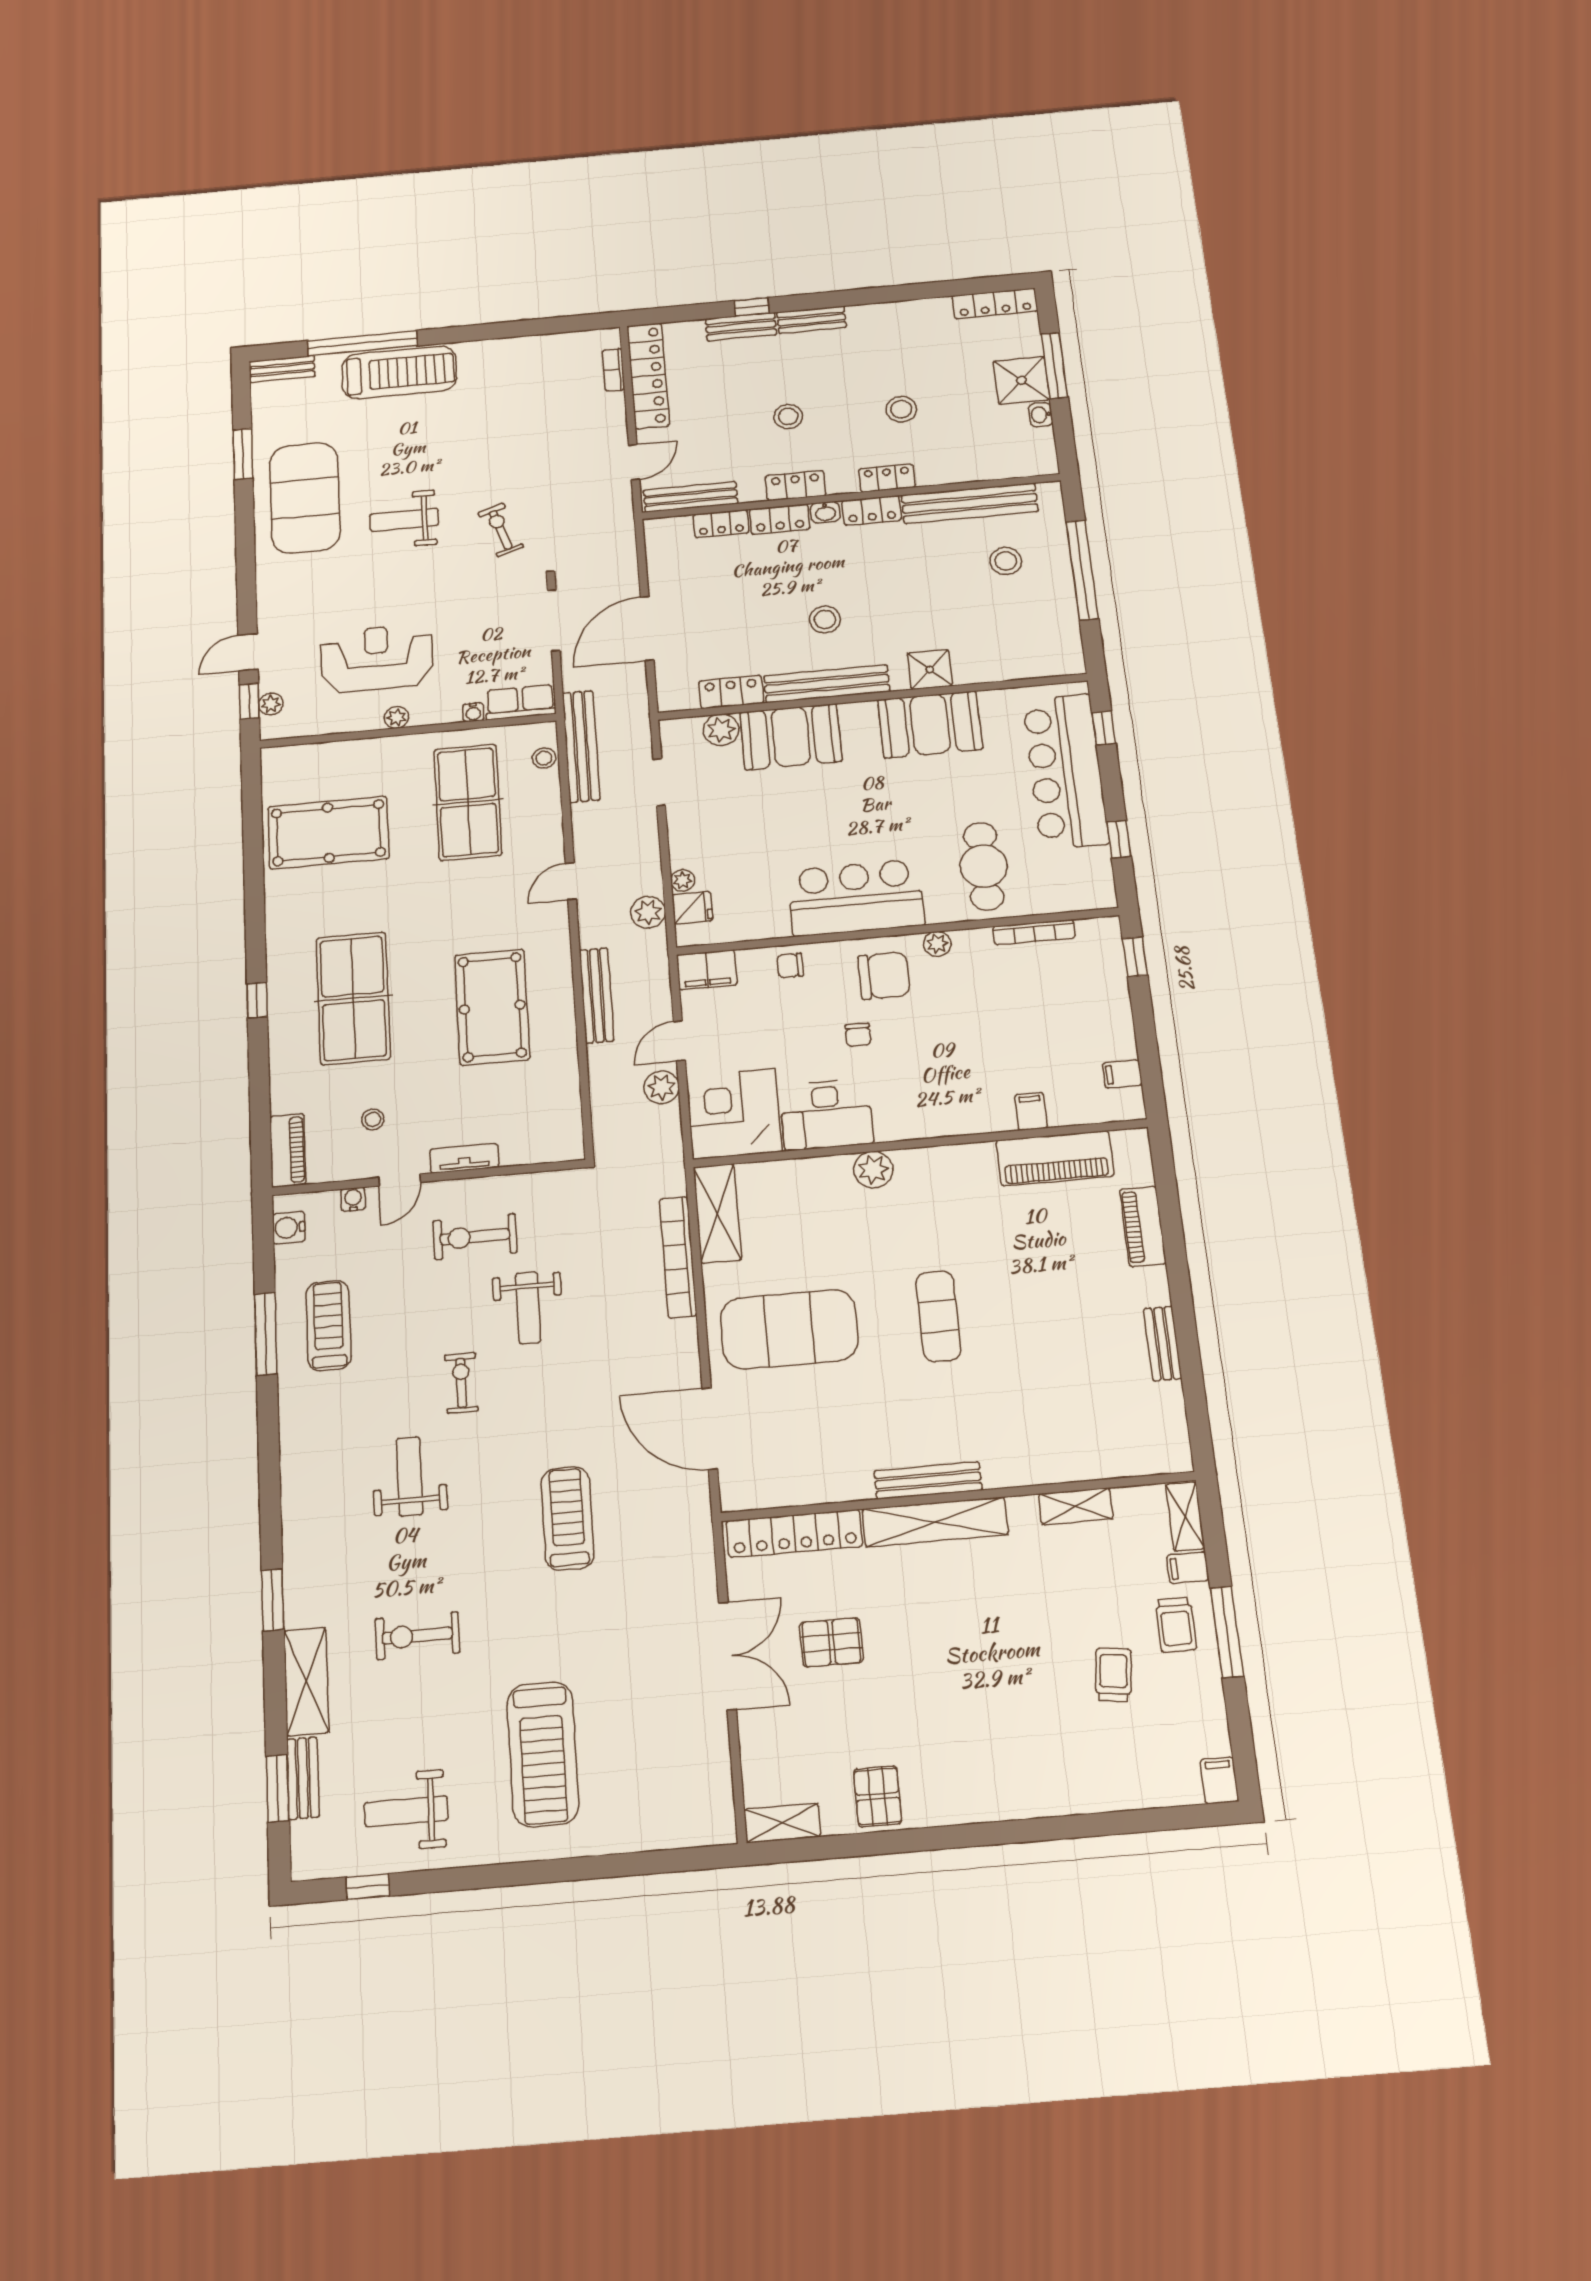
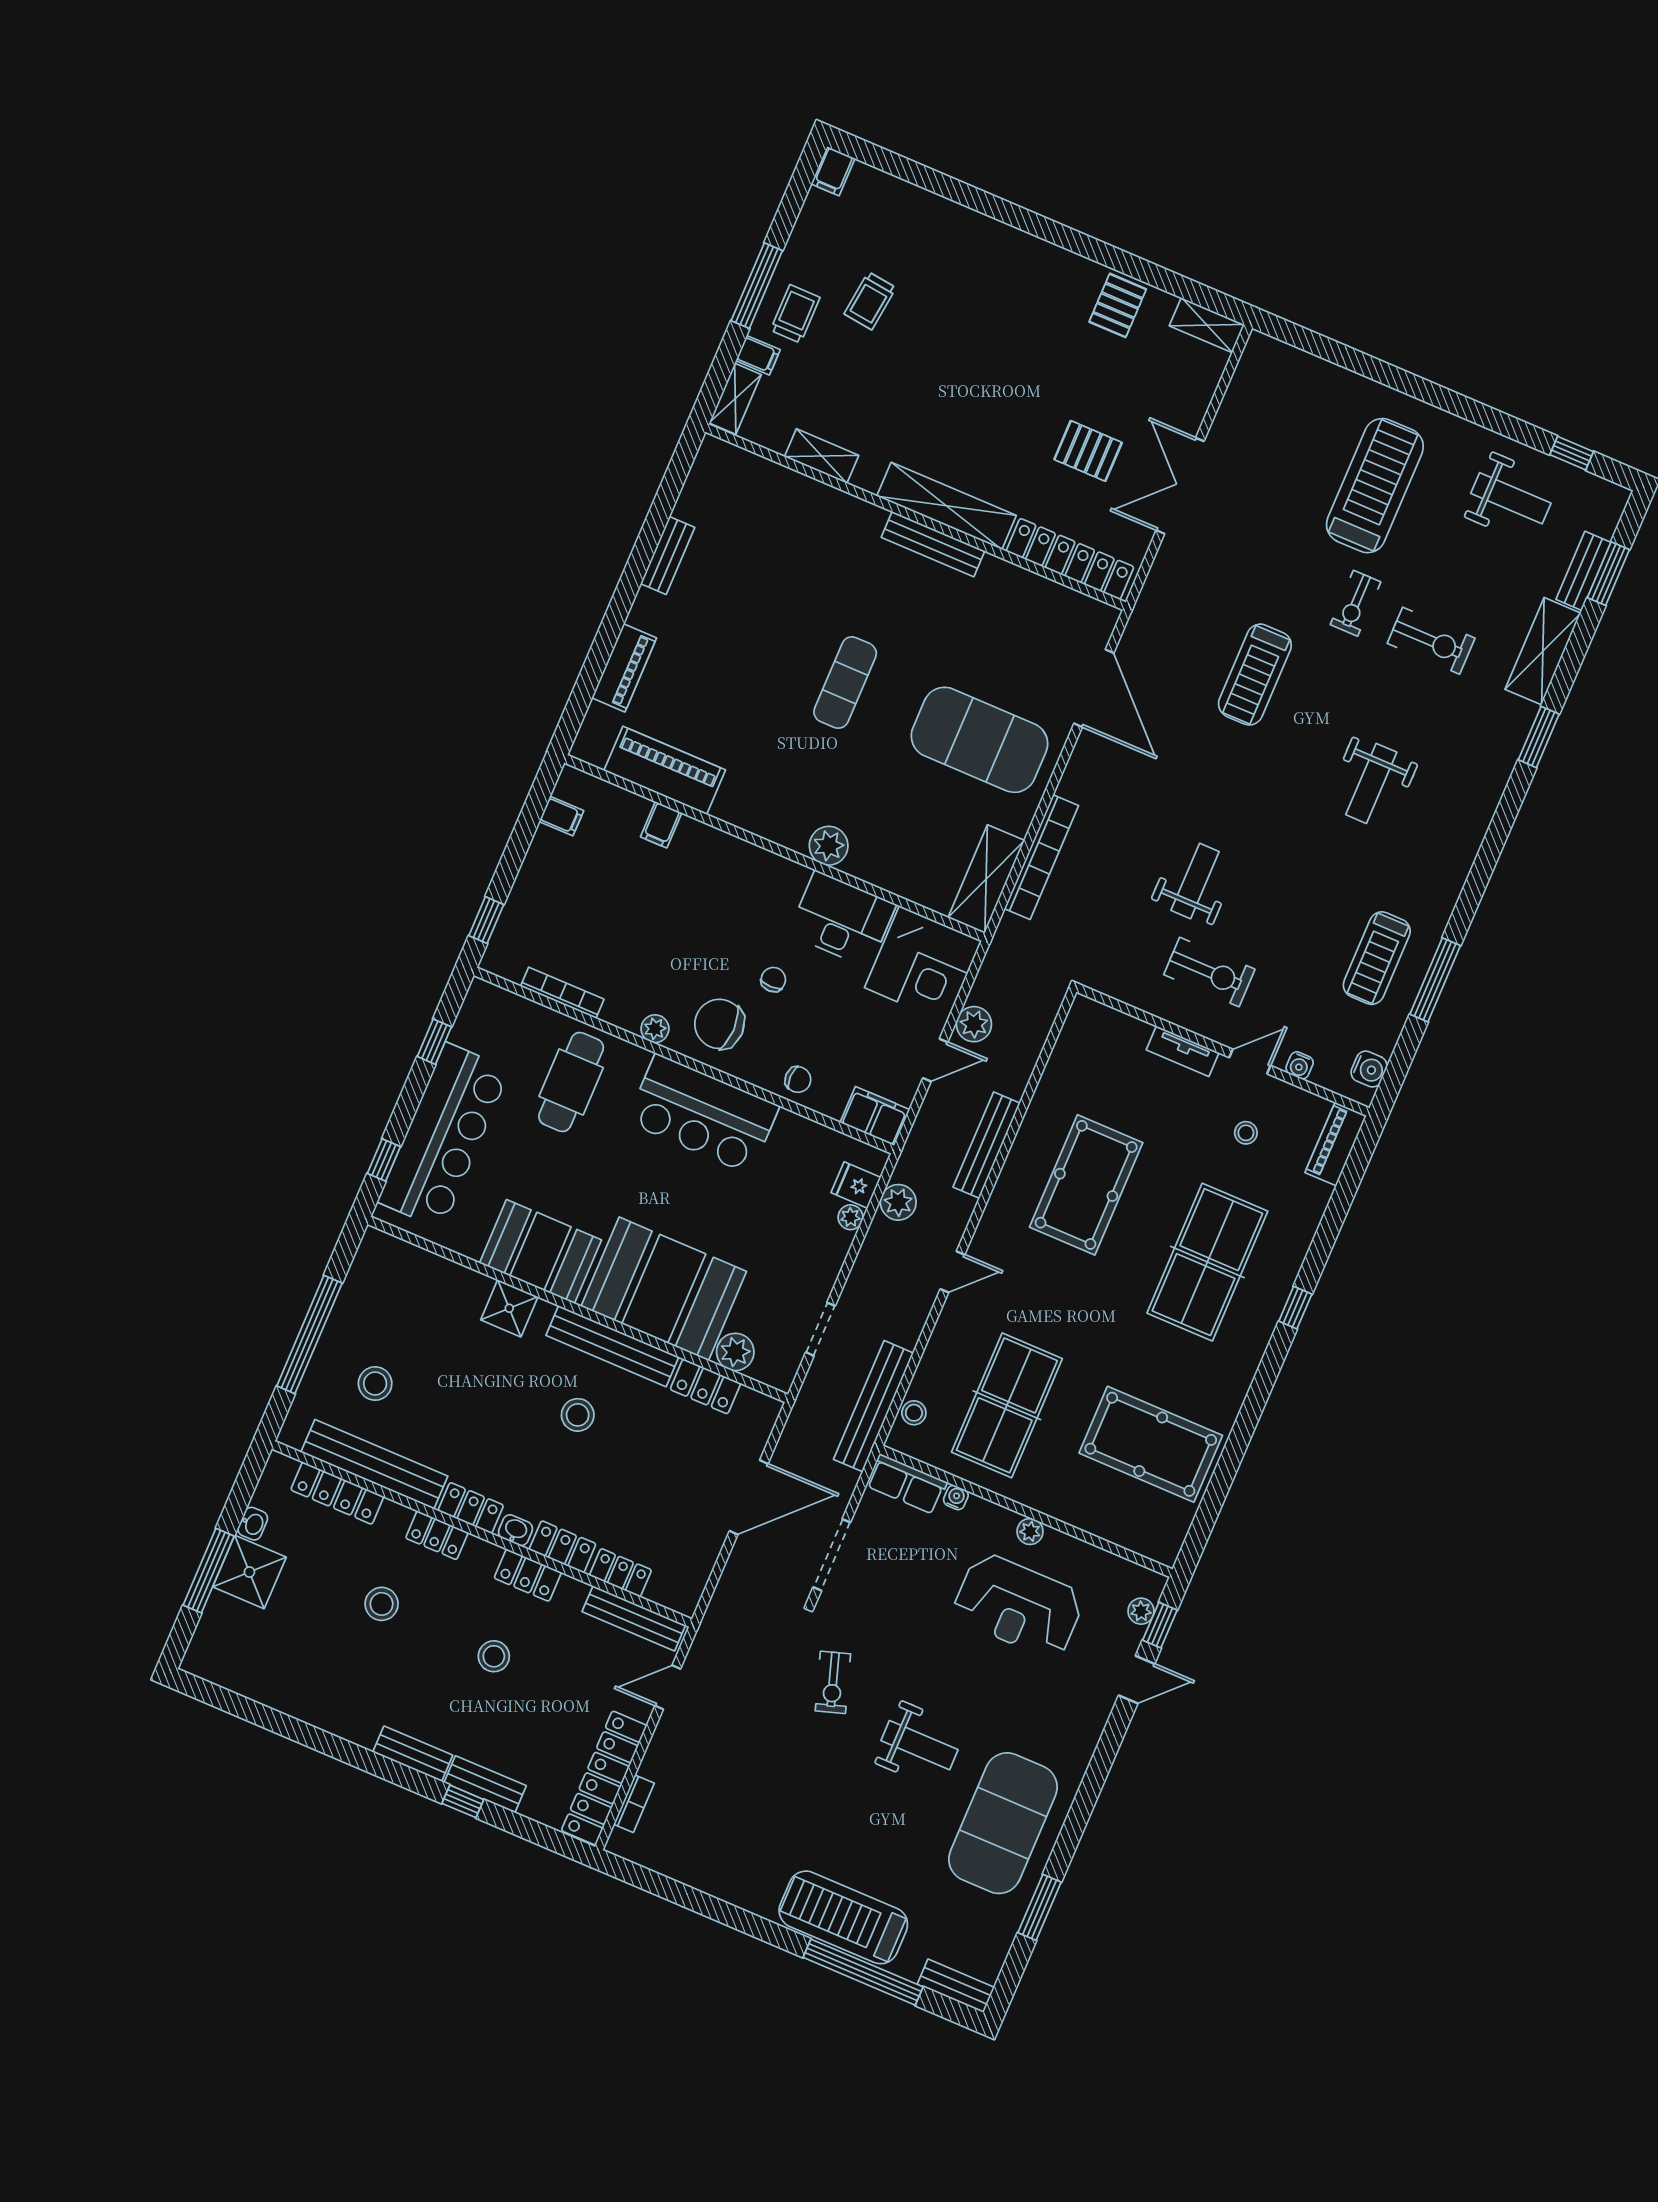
locker: (995, 303) -> (337, 1493), moved, turned 180
booth: (791, 737) -> (664, 1289), width x1.36, depth x1.42
exercise bike: (461, 1383) -> (1356, 603), moved

